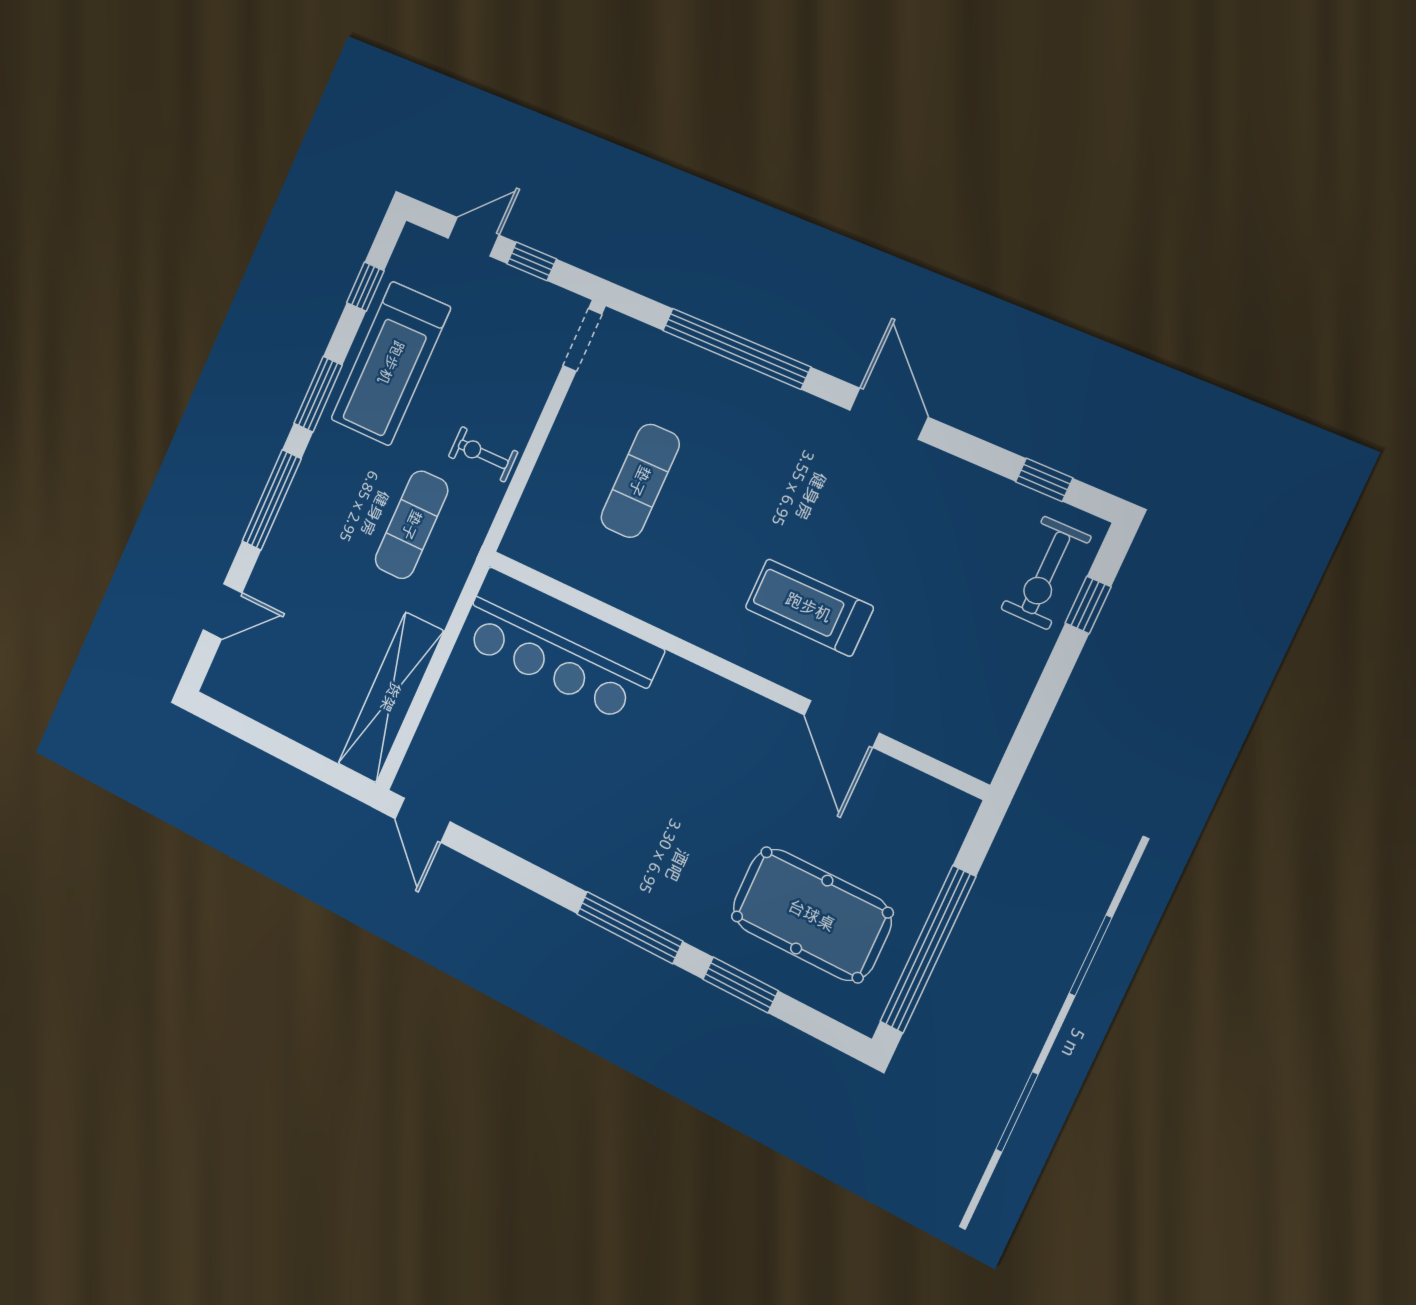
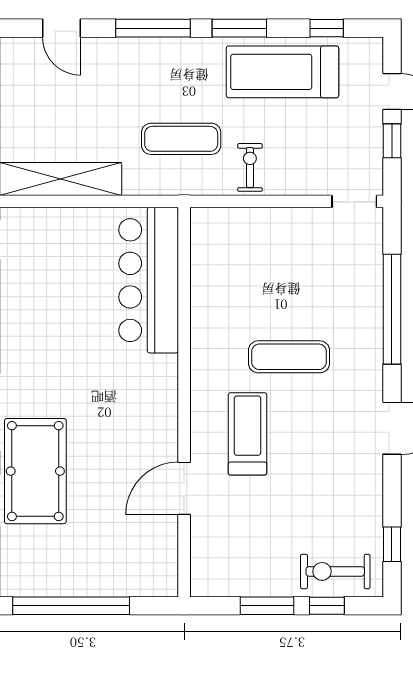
exercise mat: (640, 481) -> (289, 357), moved
window: (1050, 686) -> (267, 606), added
pool table: (812, 915) -> (35, 471), moved

